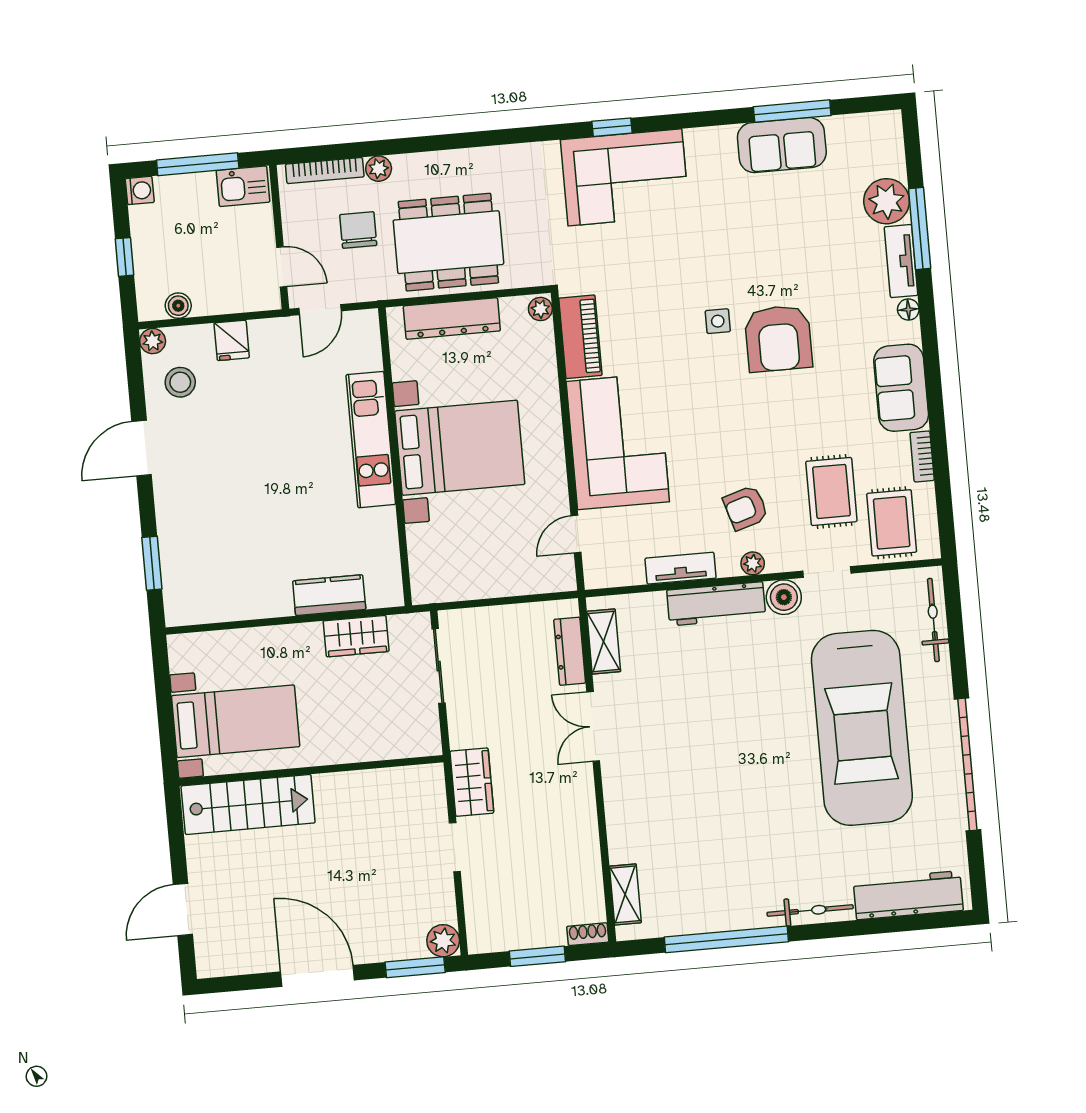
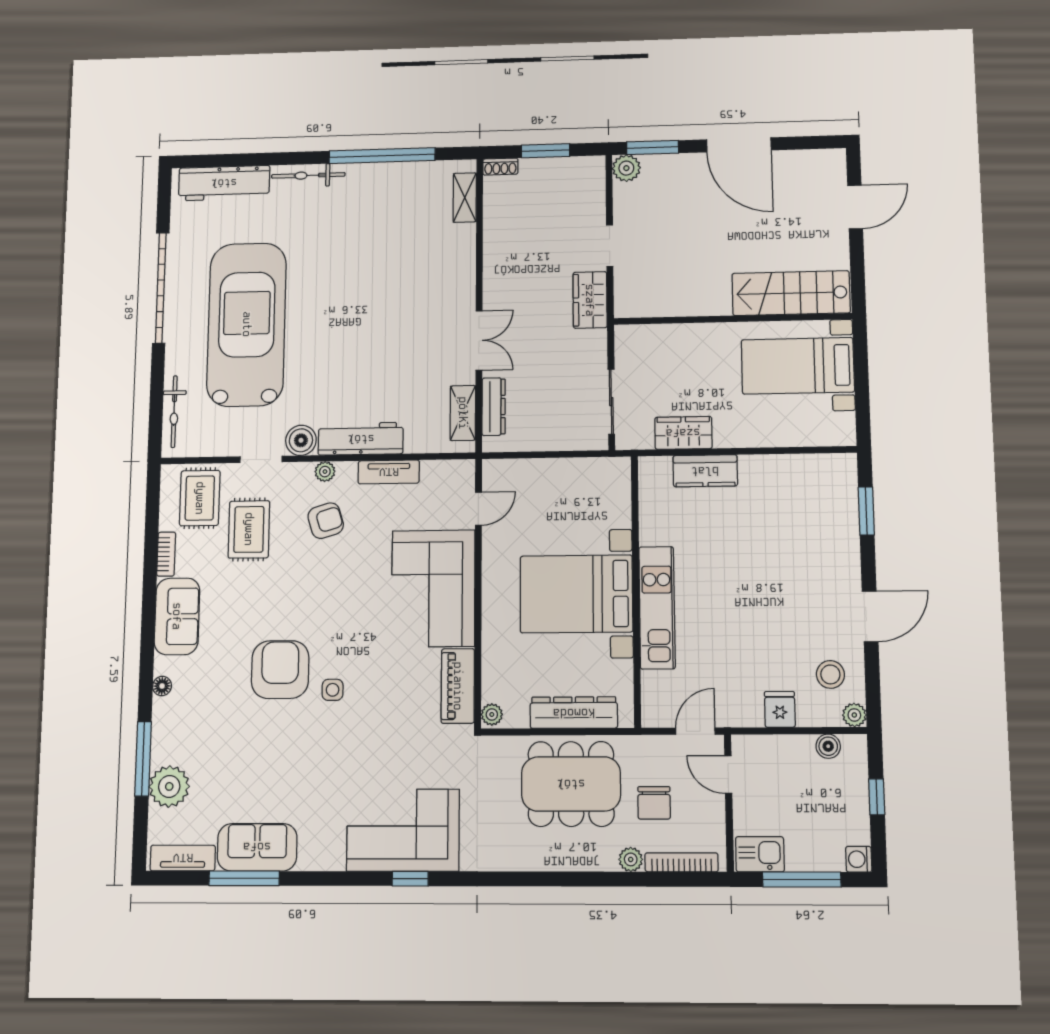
tv unit: (901, 261) -> (183, 858), moved, turned -90

